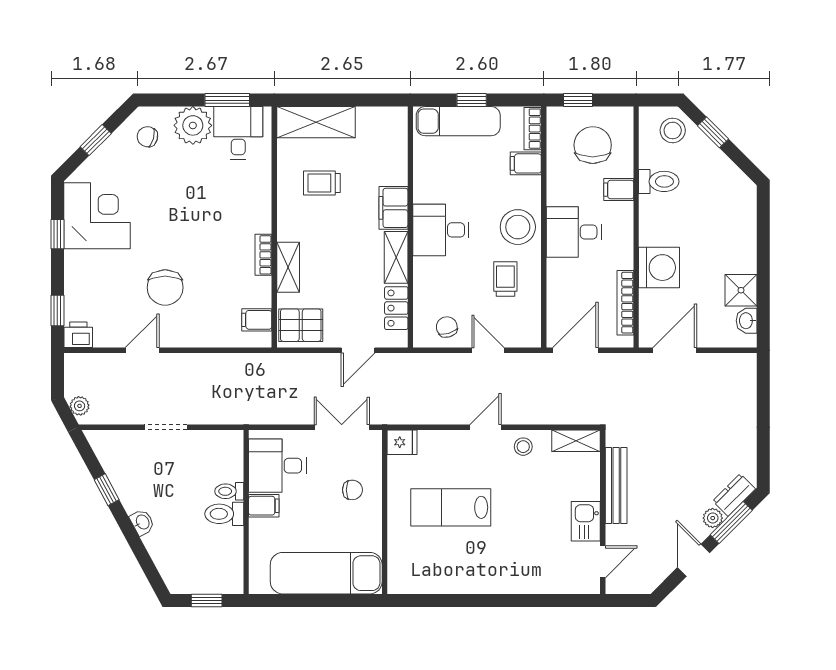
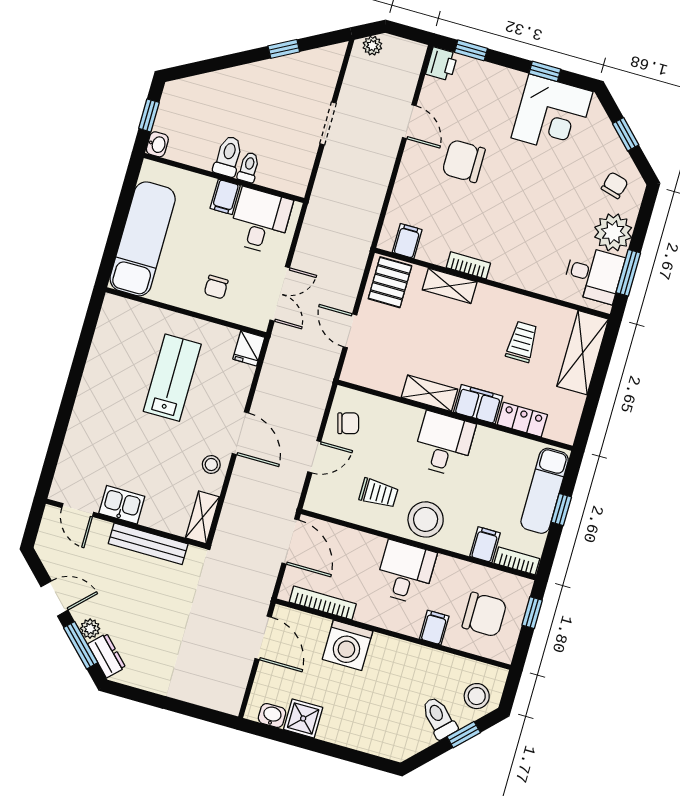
toilet: (659, 181) -> (439, 718), moved, turned 135
locker: (396, 308) -> (522, 420), moved
door: (486, 427) -> (240, 433), width x1.38
washbasin: (142, 522) -> (157, 144), moved, turned -62

